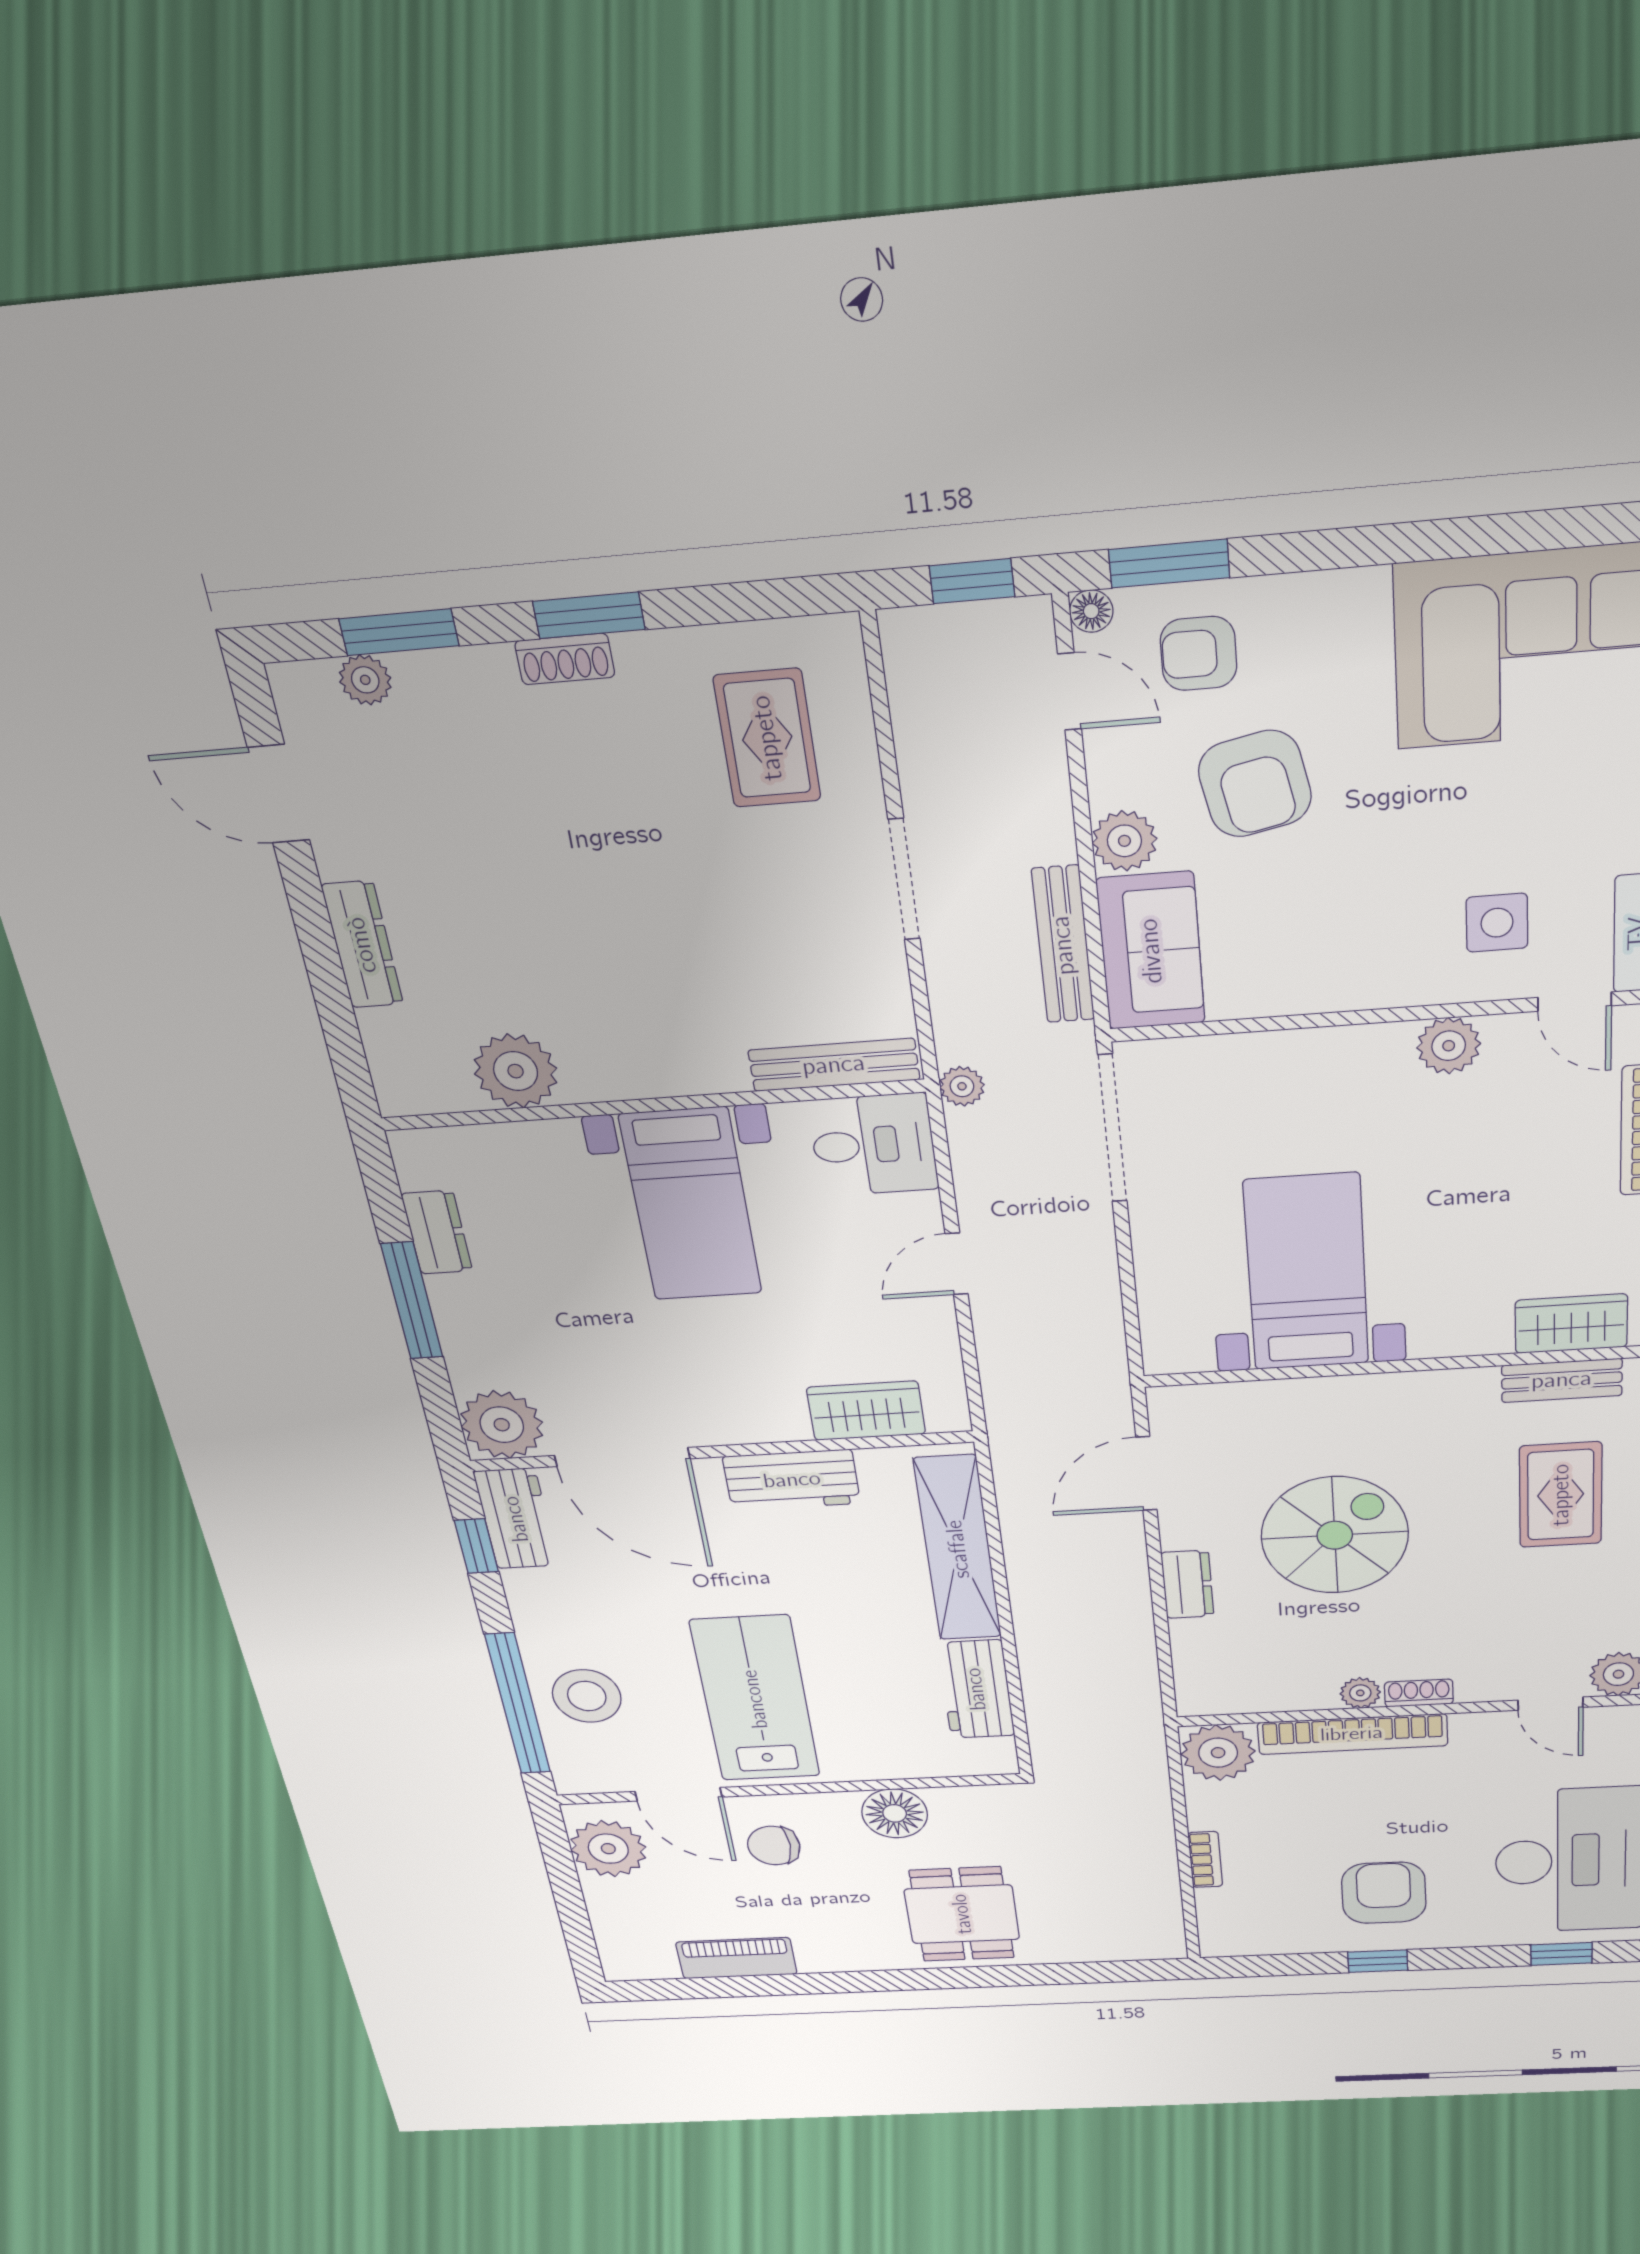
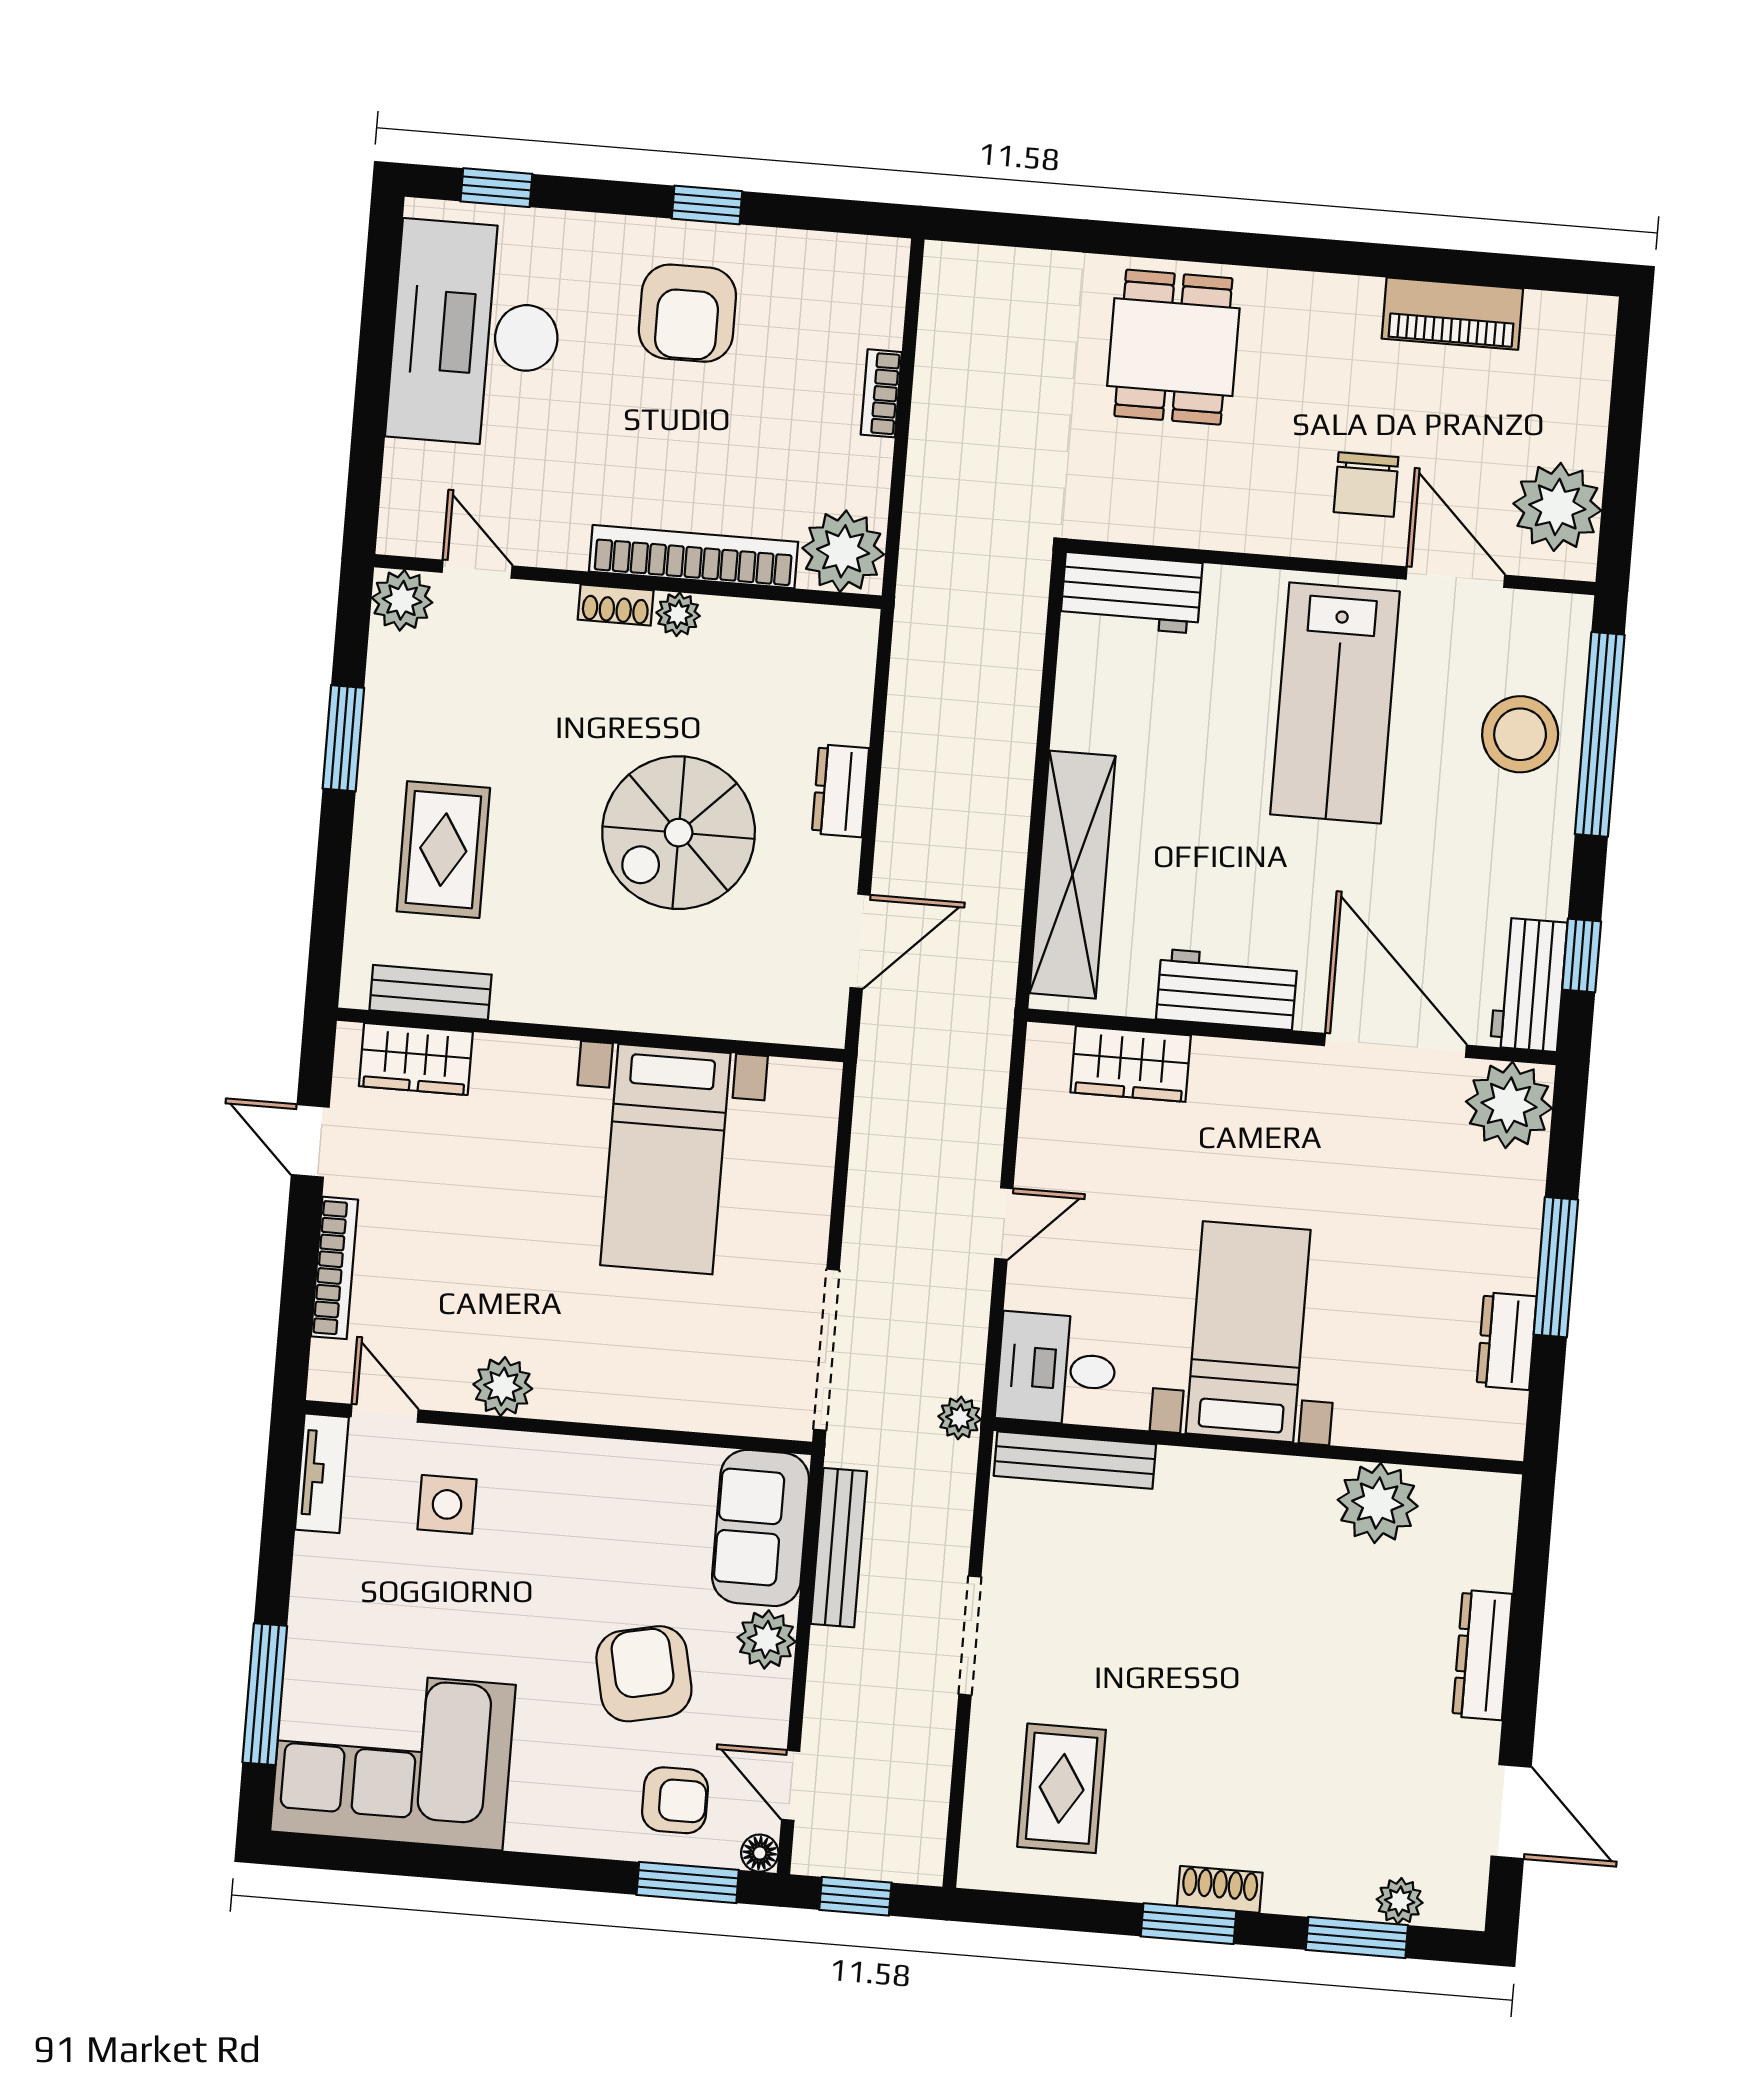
workbench: (976, 1689) -> (1131, 593), moved, turned 90
floor lamp: (895, 1813) -> (1218, 513), removed
chair: (774, 1846) -> (1366, 485), turned 90

